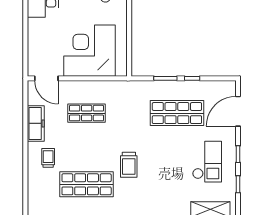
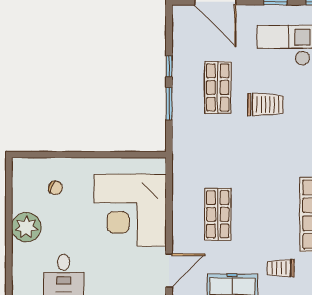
shop shelf: (177, 113) -> (218, 88), width x0.70, depth x0.74
trolley: (129, 165) -> (265, 105), moved

